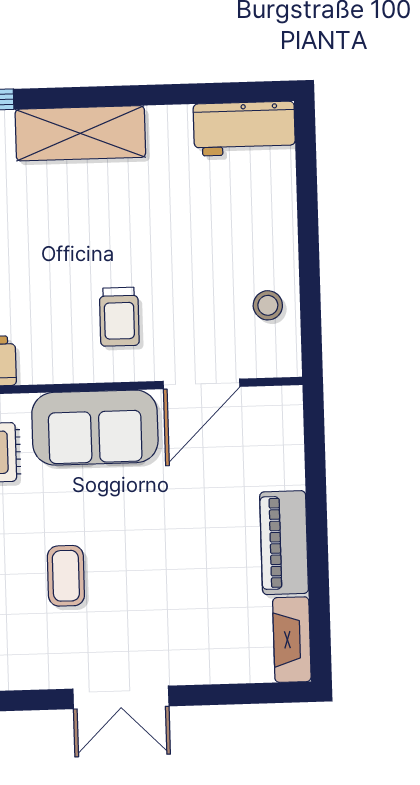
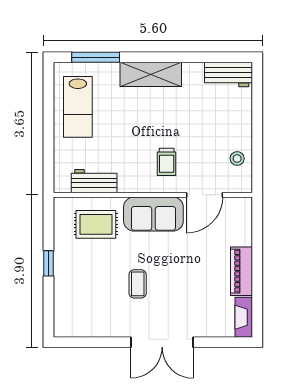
double door: (121, 697) -> (162, 342), width x1.37

